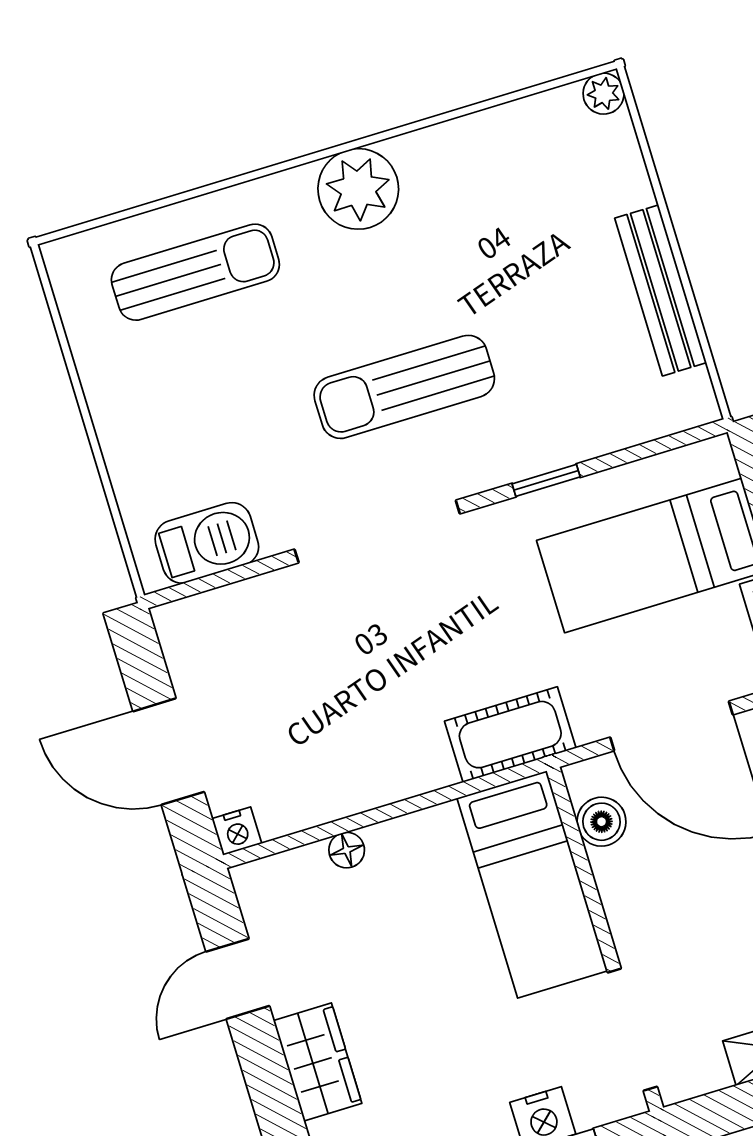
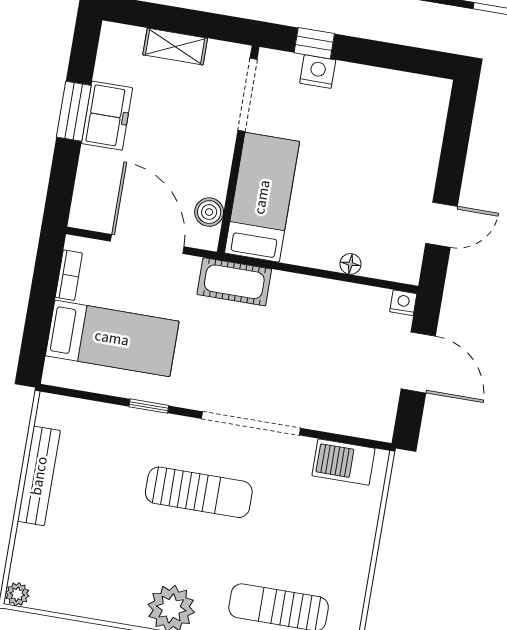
wardrobe: (318, 1062) -> (421, 160), removed

